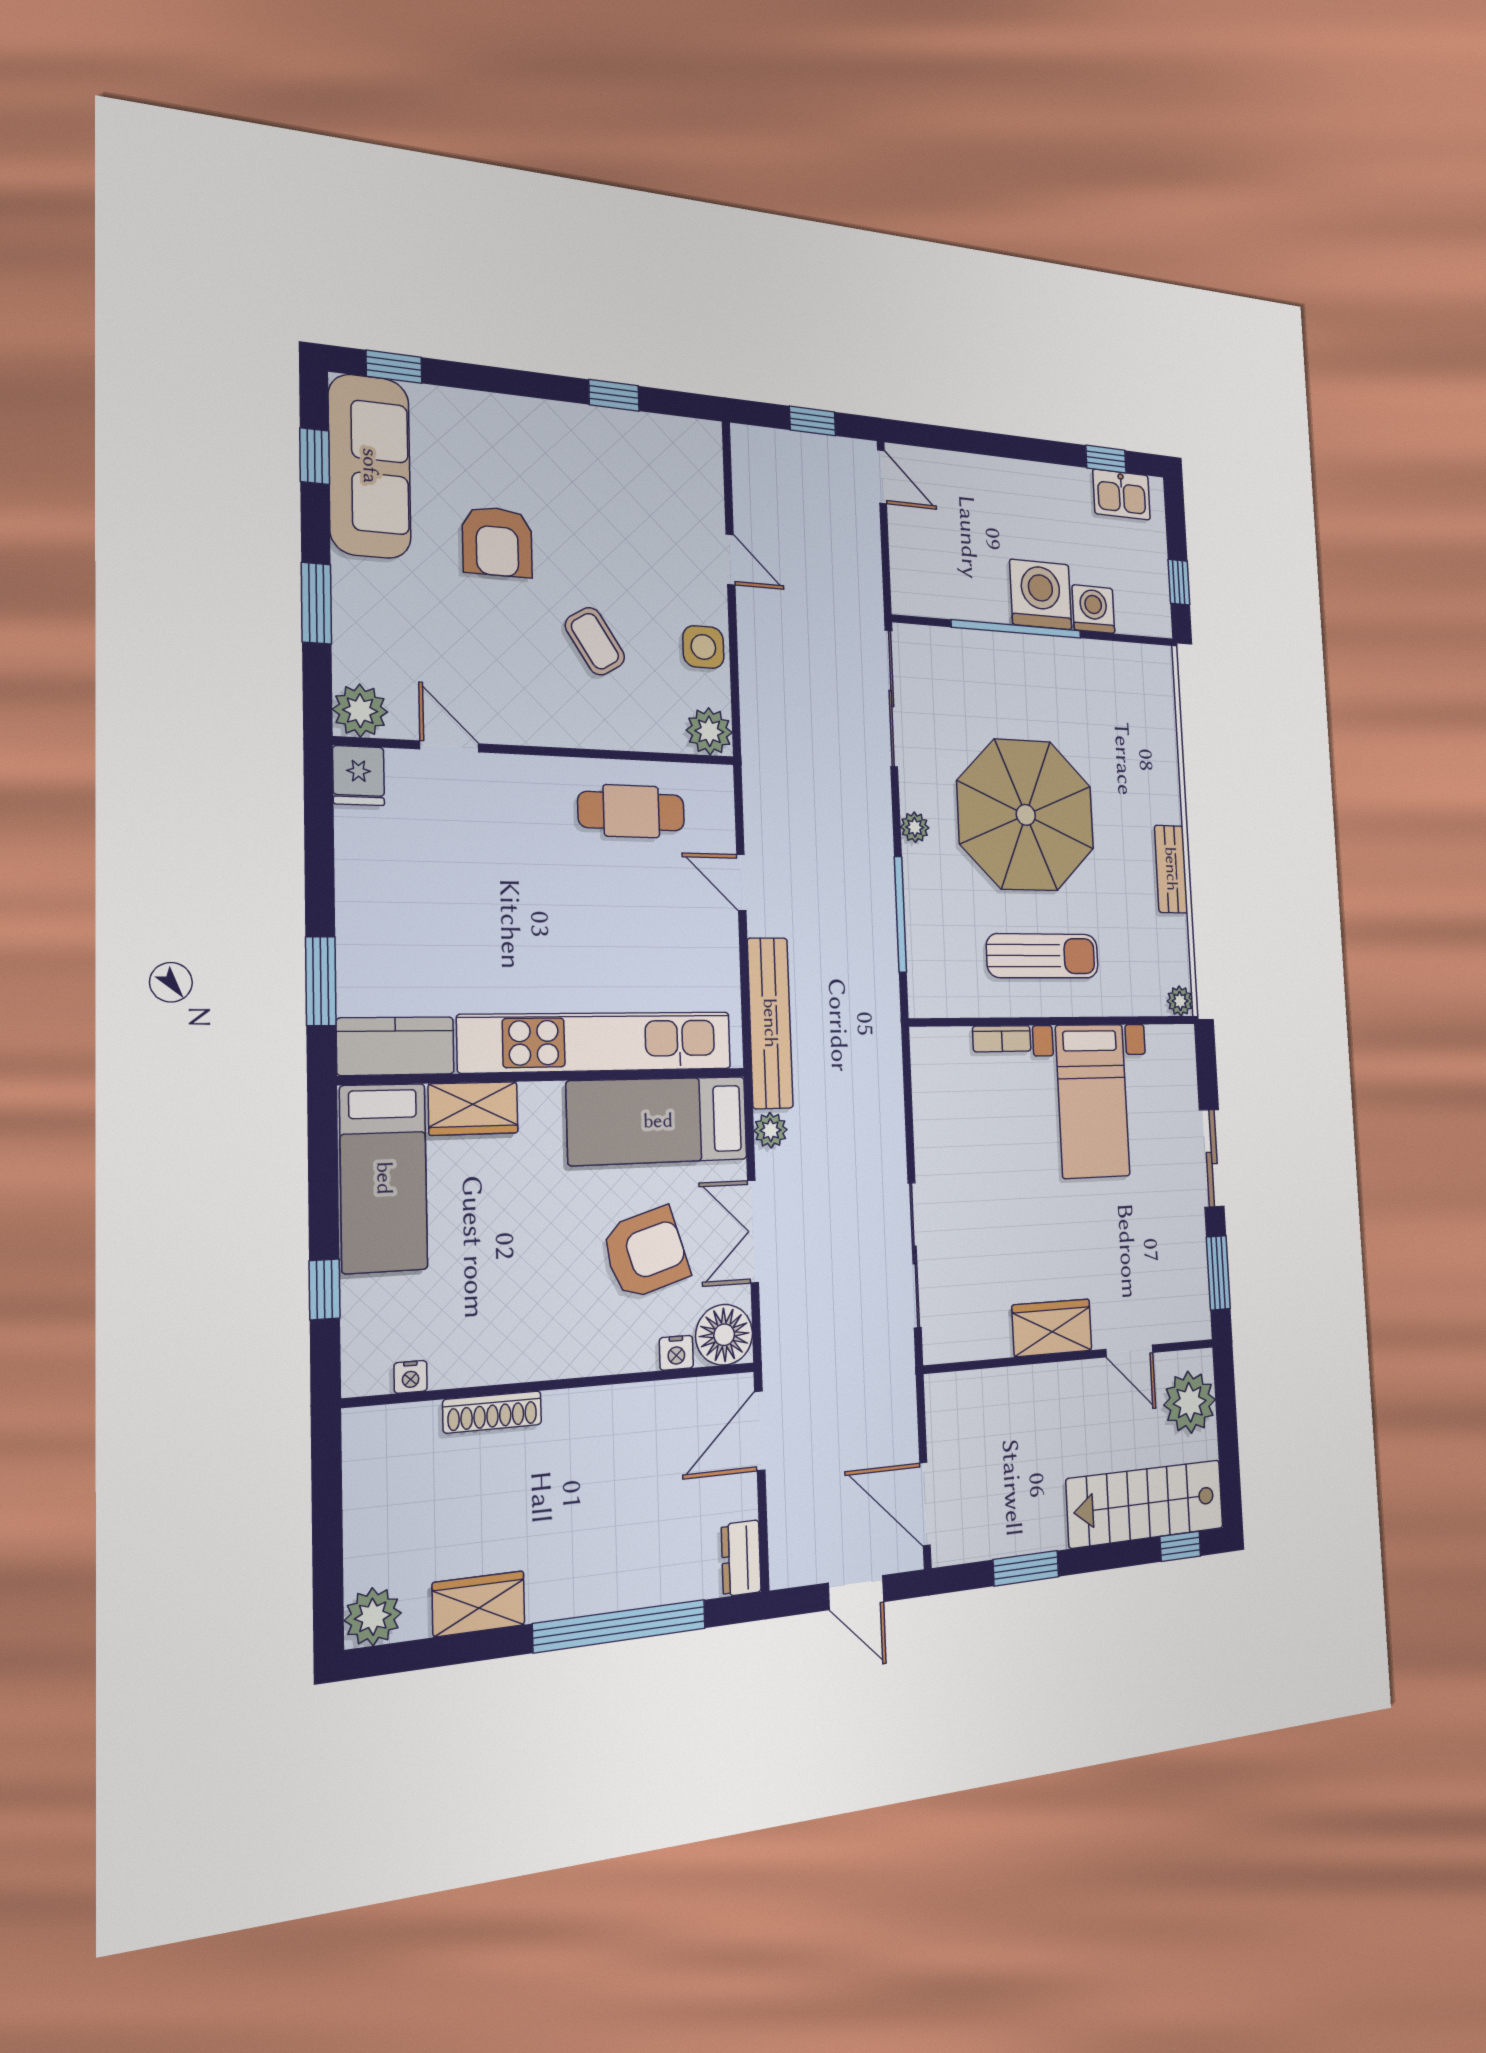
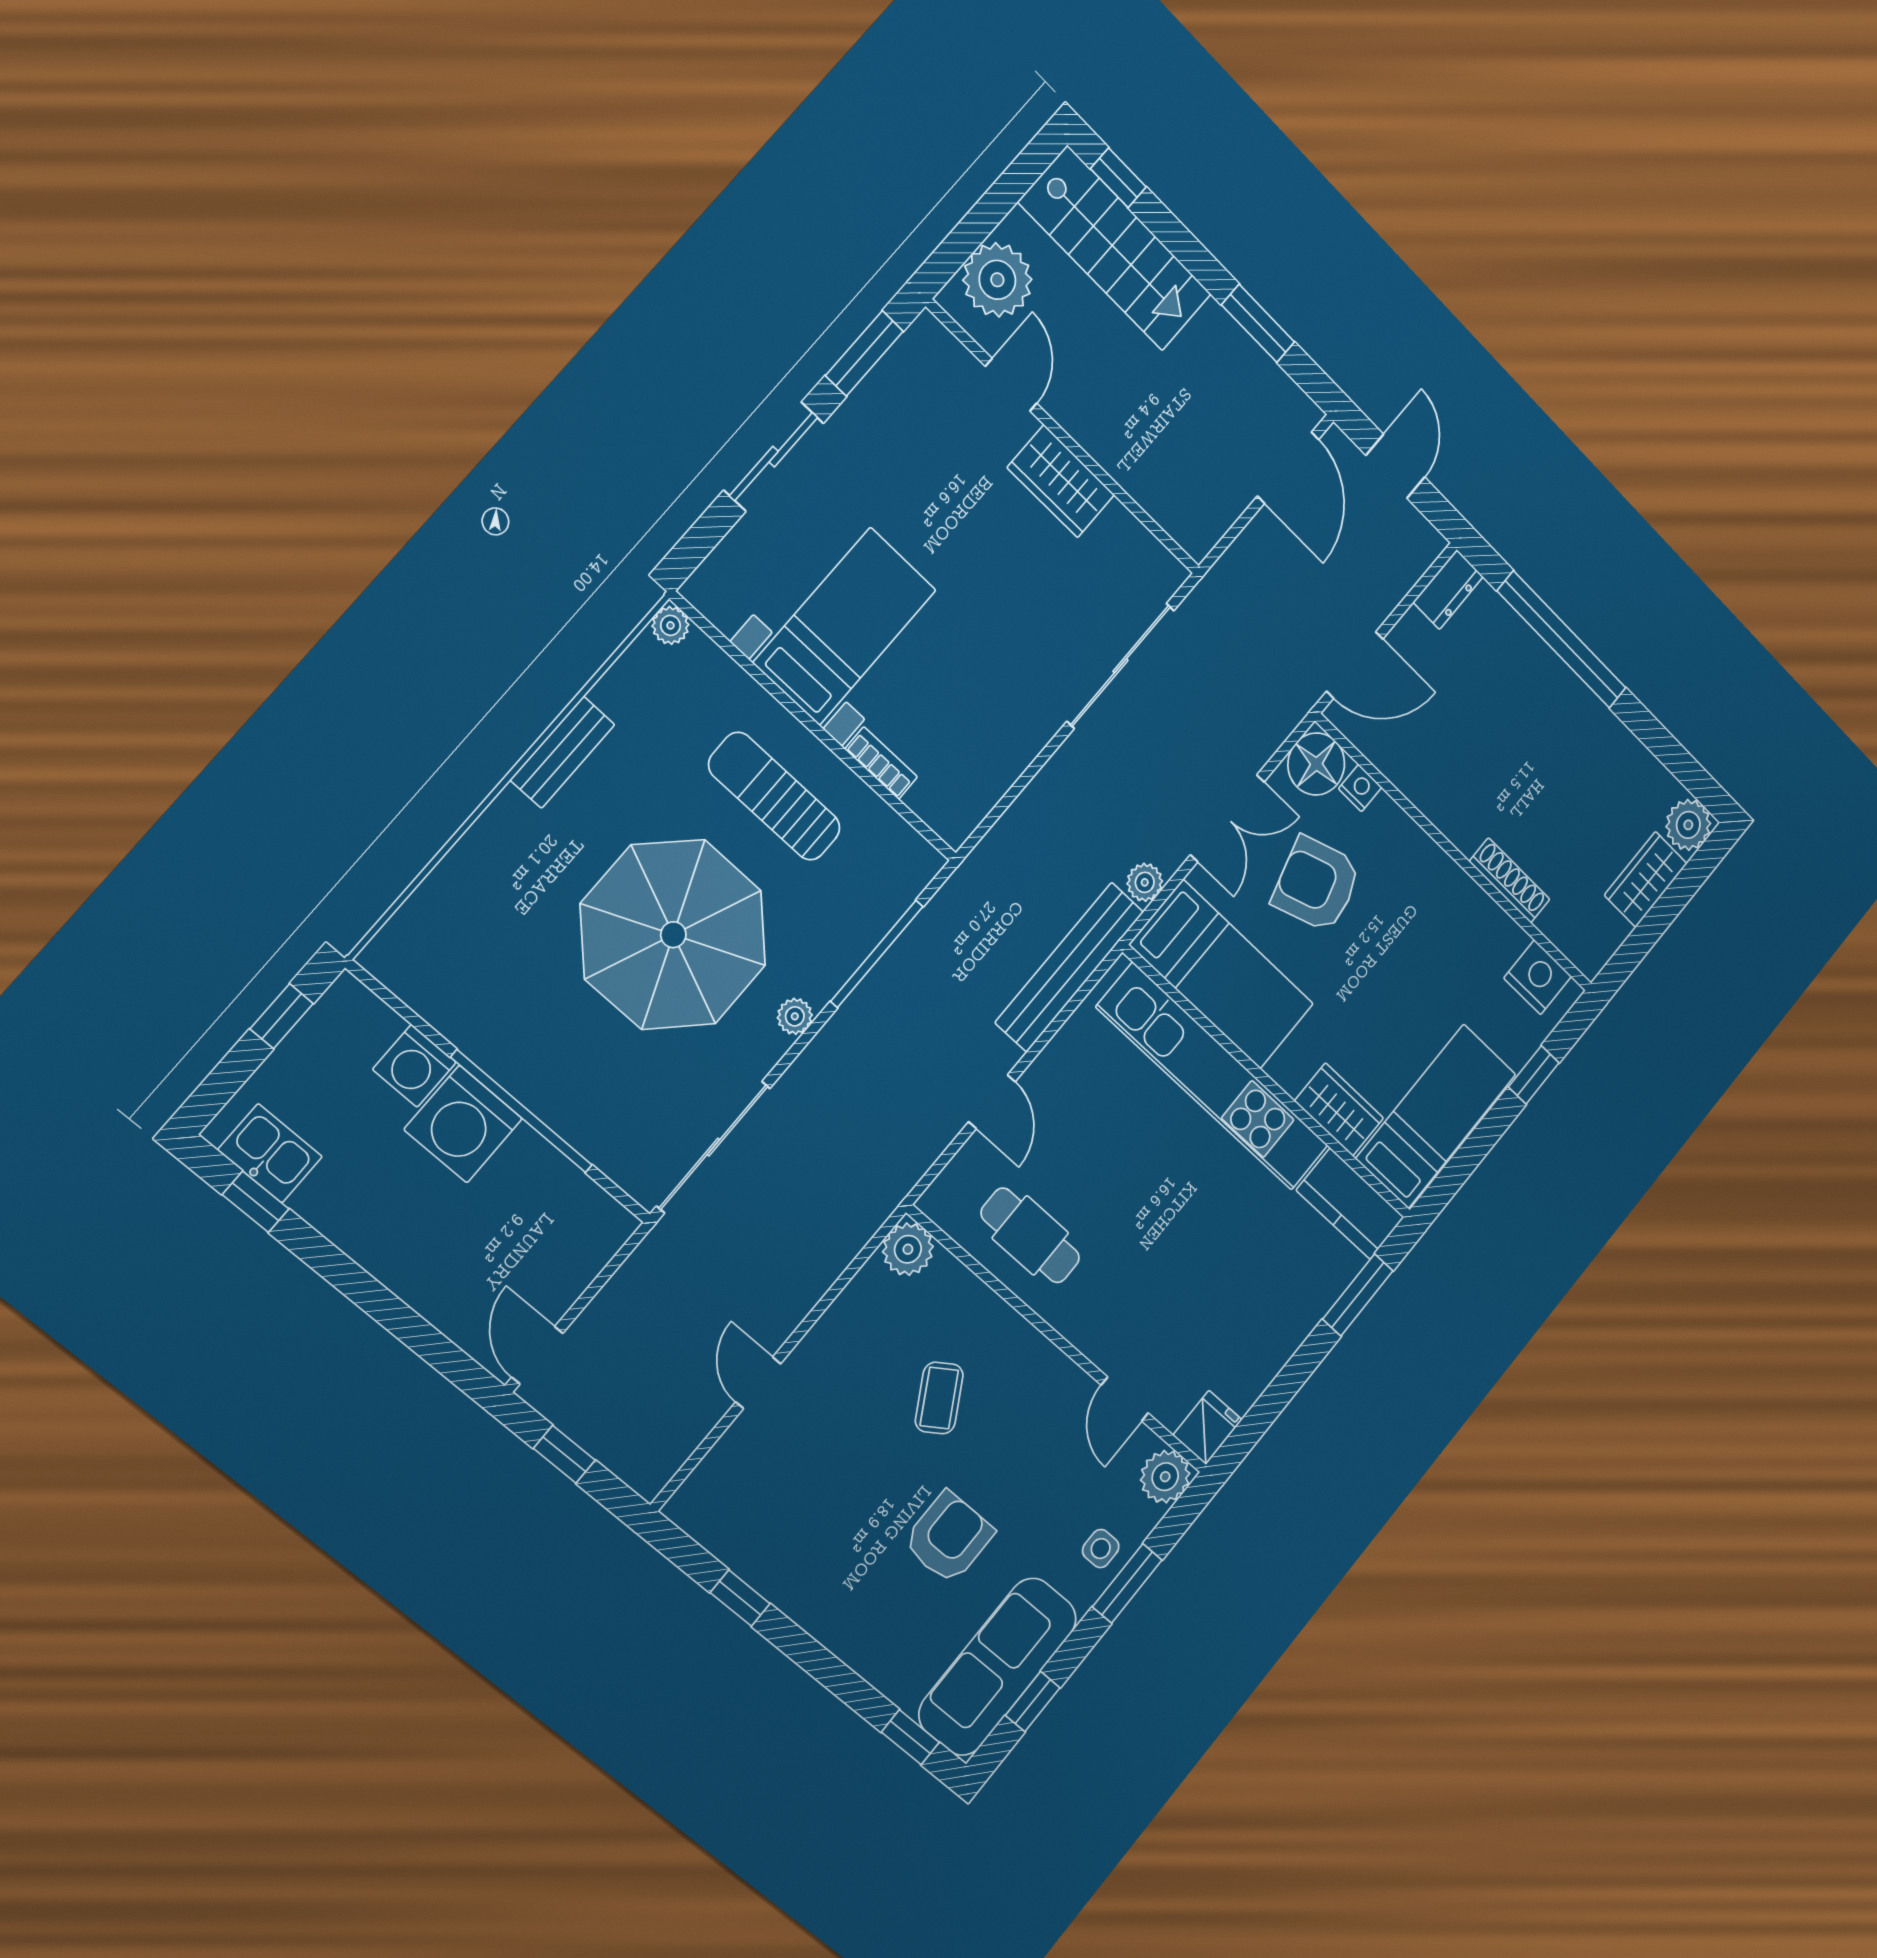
side table: (703, 647) -> (1101, 1549), moved, width x0.73, depth x0.73
nightstand: (411, 1377) -> (1538, 977), width x1.89, depth x1.79
wardrobe: (479, 1604) -> (1646, 879), moved, turned 90

